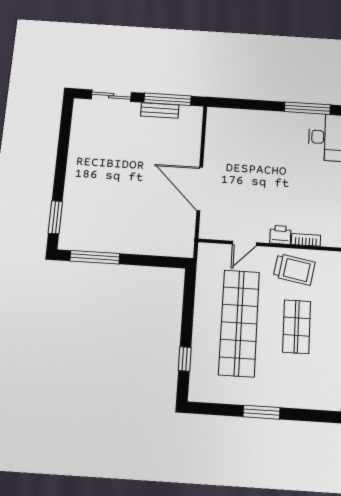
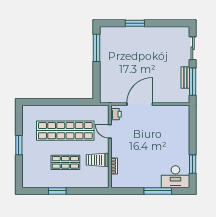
window: (307, 108) -> (193, 164), width x0.69
window: (55, 217) -> (135, 23), moved
printer: (280, 235) -> (116, 114), moved
trolley: (294, 269) -> (97, 160), turned 80
window: (185, 359) -> (44, 102), removed

